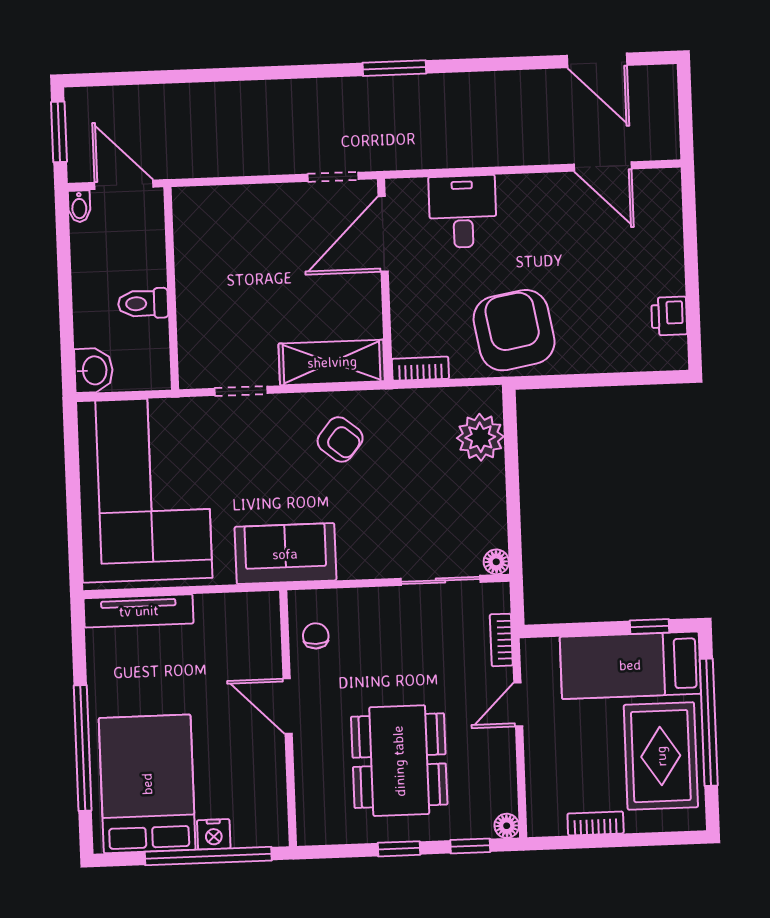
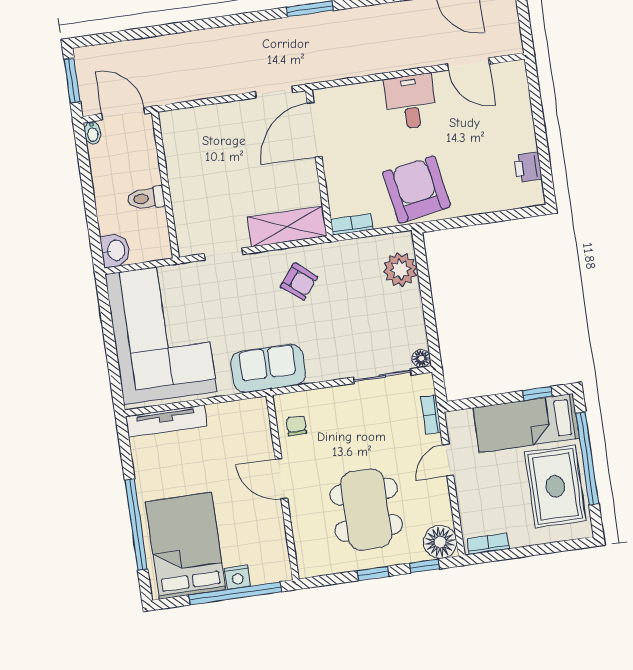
desk: (463, 212) -> (411, 102), moved
bookcase: (596, 823) -> (488, 544), moved
floor lamp: (507, 826) -> (440, 542), width x1.89, depth x1.89

